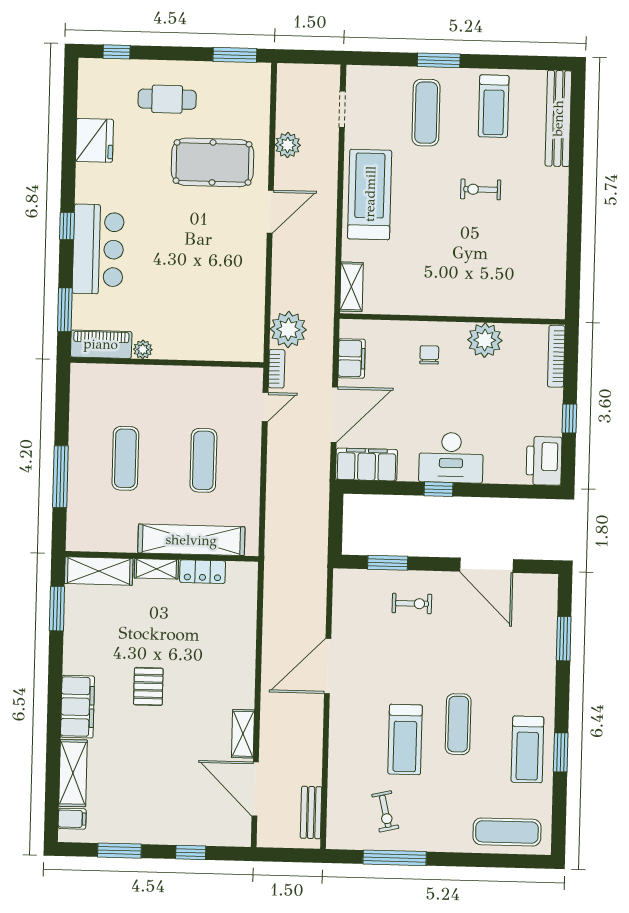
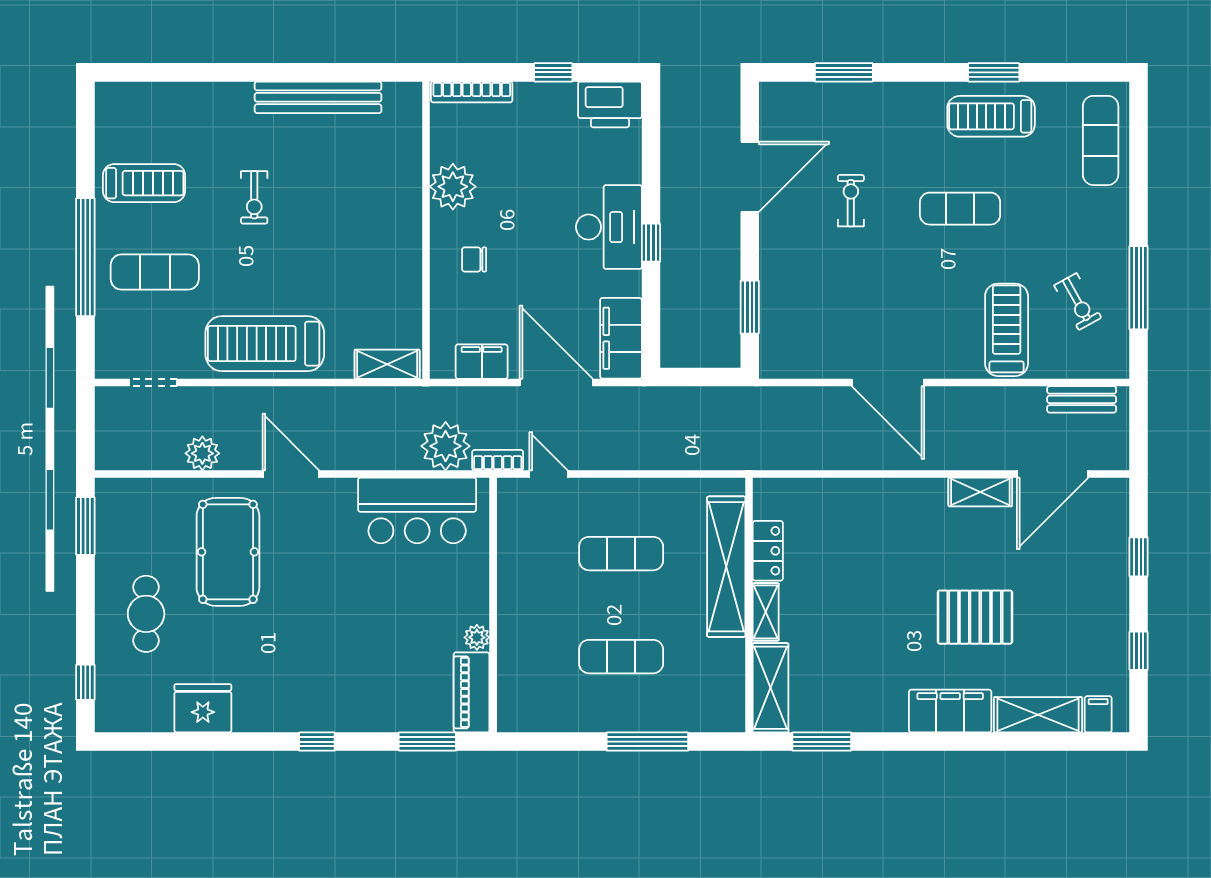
window: (439, 60) -> (85, 257), width x2.11
bench: (558, 118) -> (318, 97), moved
bar counter: (98, 249) -> (417, 510), moved, turned 180
exercise bike: (412, 603) -> (851, 201), moved
pallet: (148, 686) -> (975, 617), moved, width x1.50, depth x1.42
treadmill: (405, 739) -> (1007, 330), moved, turned -90
treadmill: (527, 749) -> (991, 116), turned 180
exercise bike: (385, 811) -> (1078, 302), turned 74
window: (119, 851) -> (1139, 651), width x0.67

